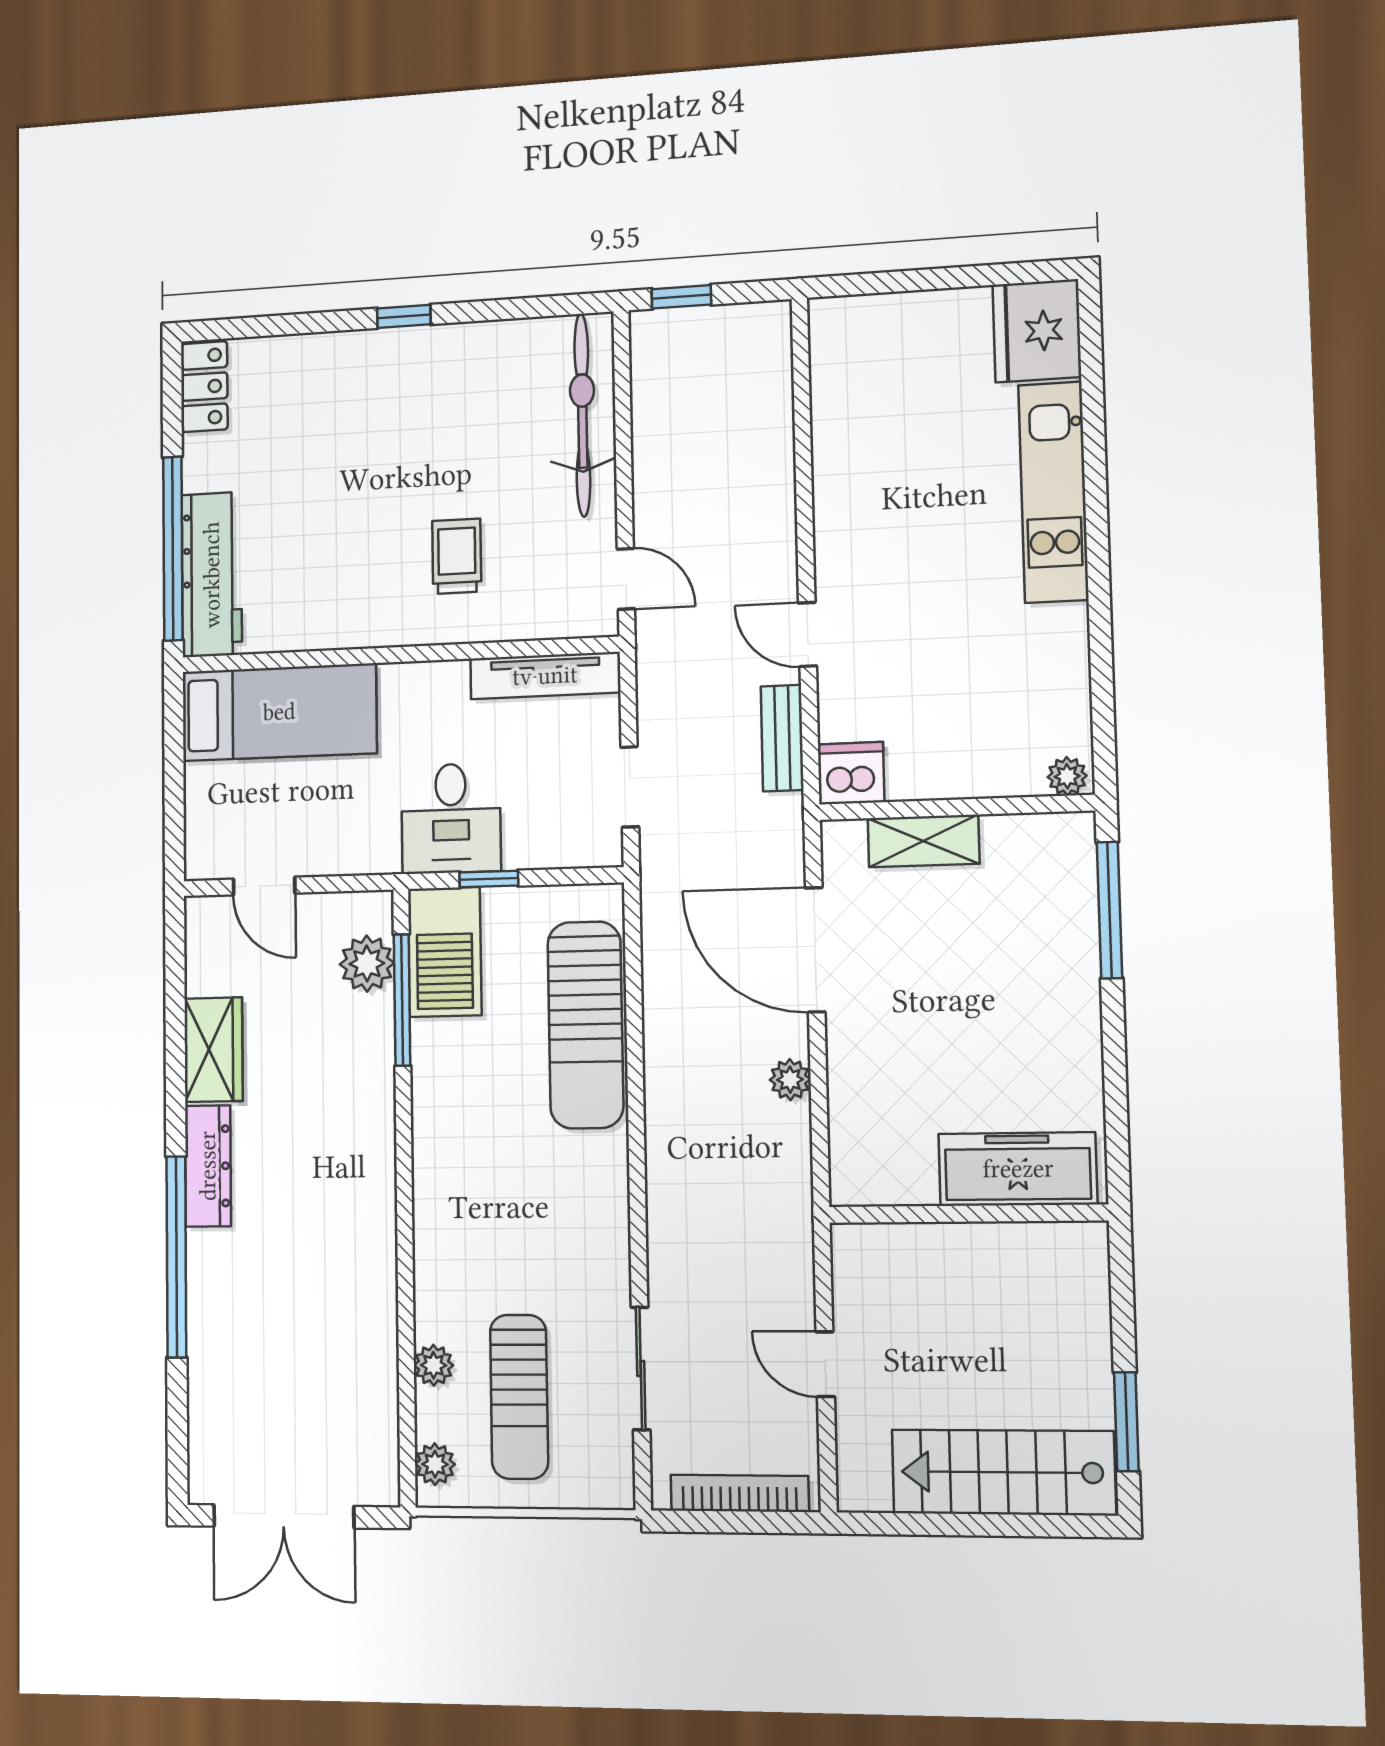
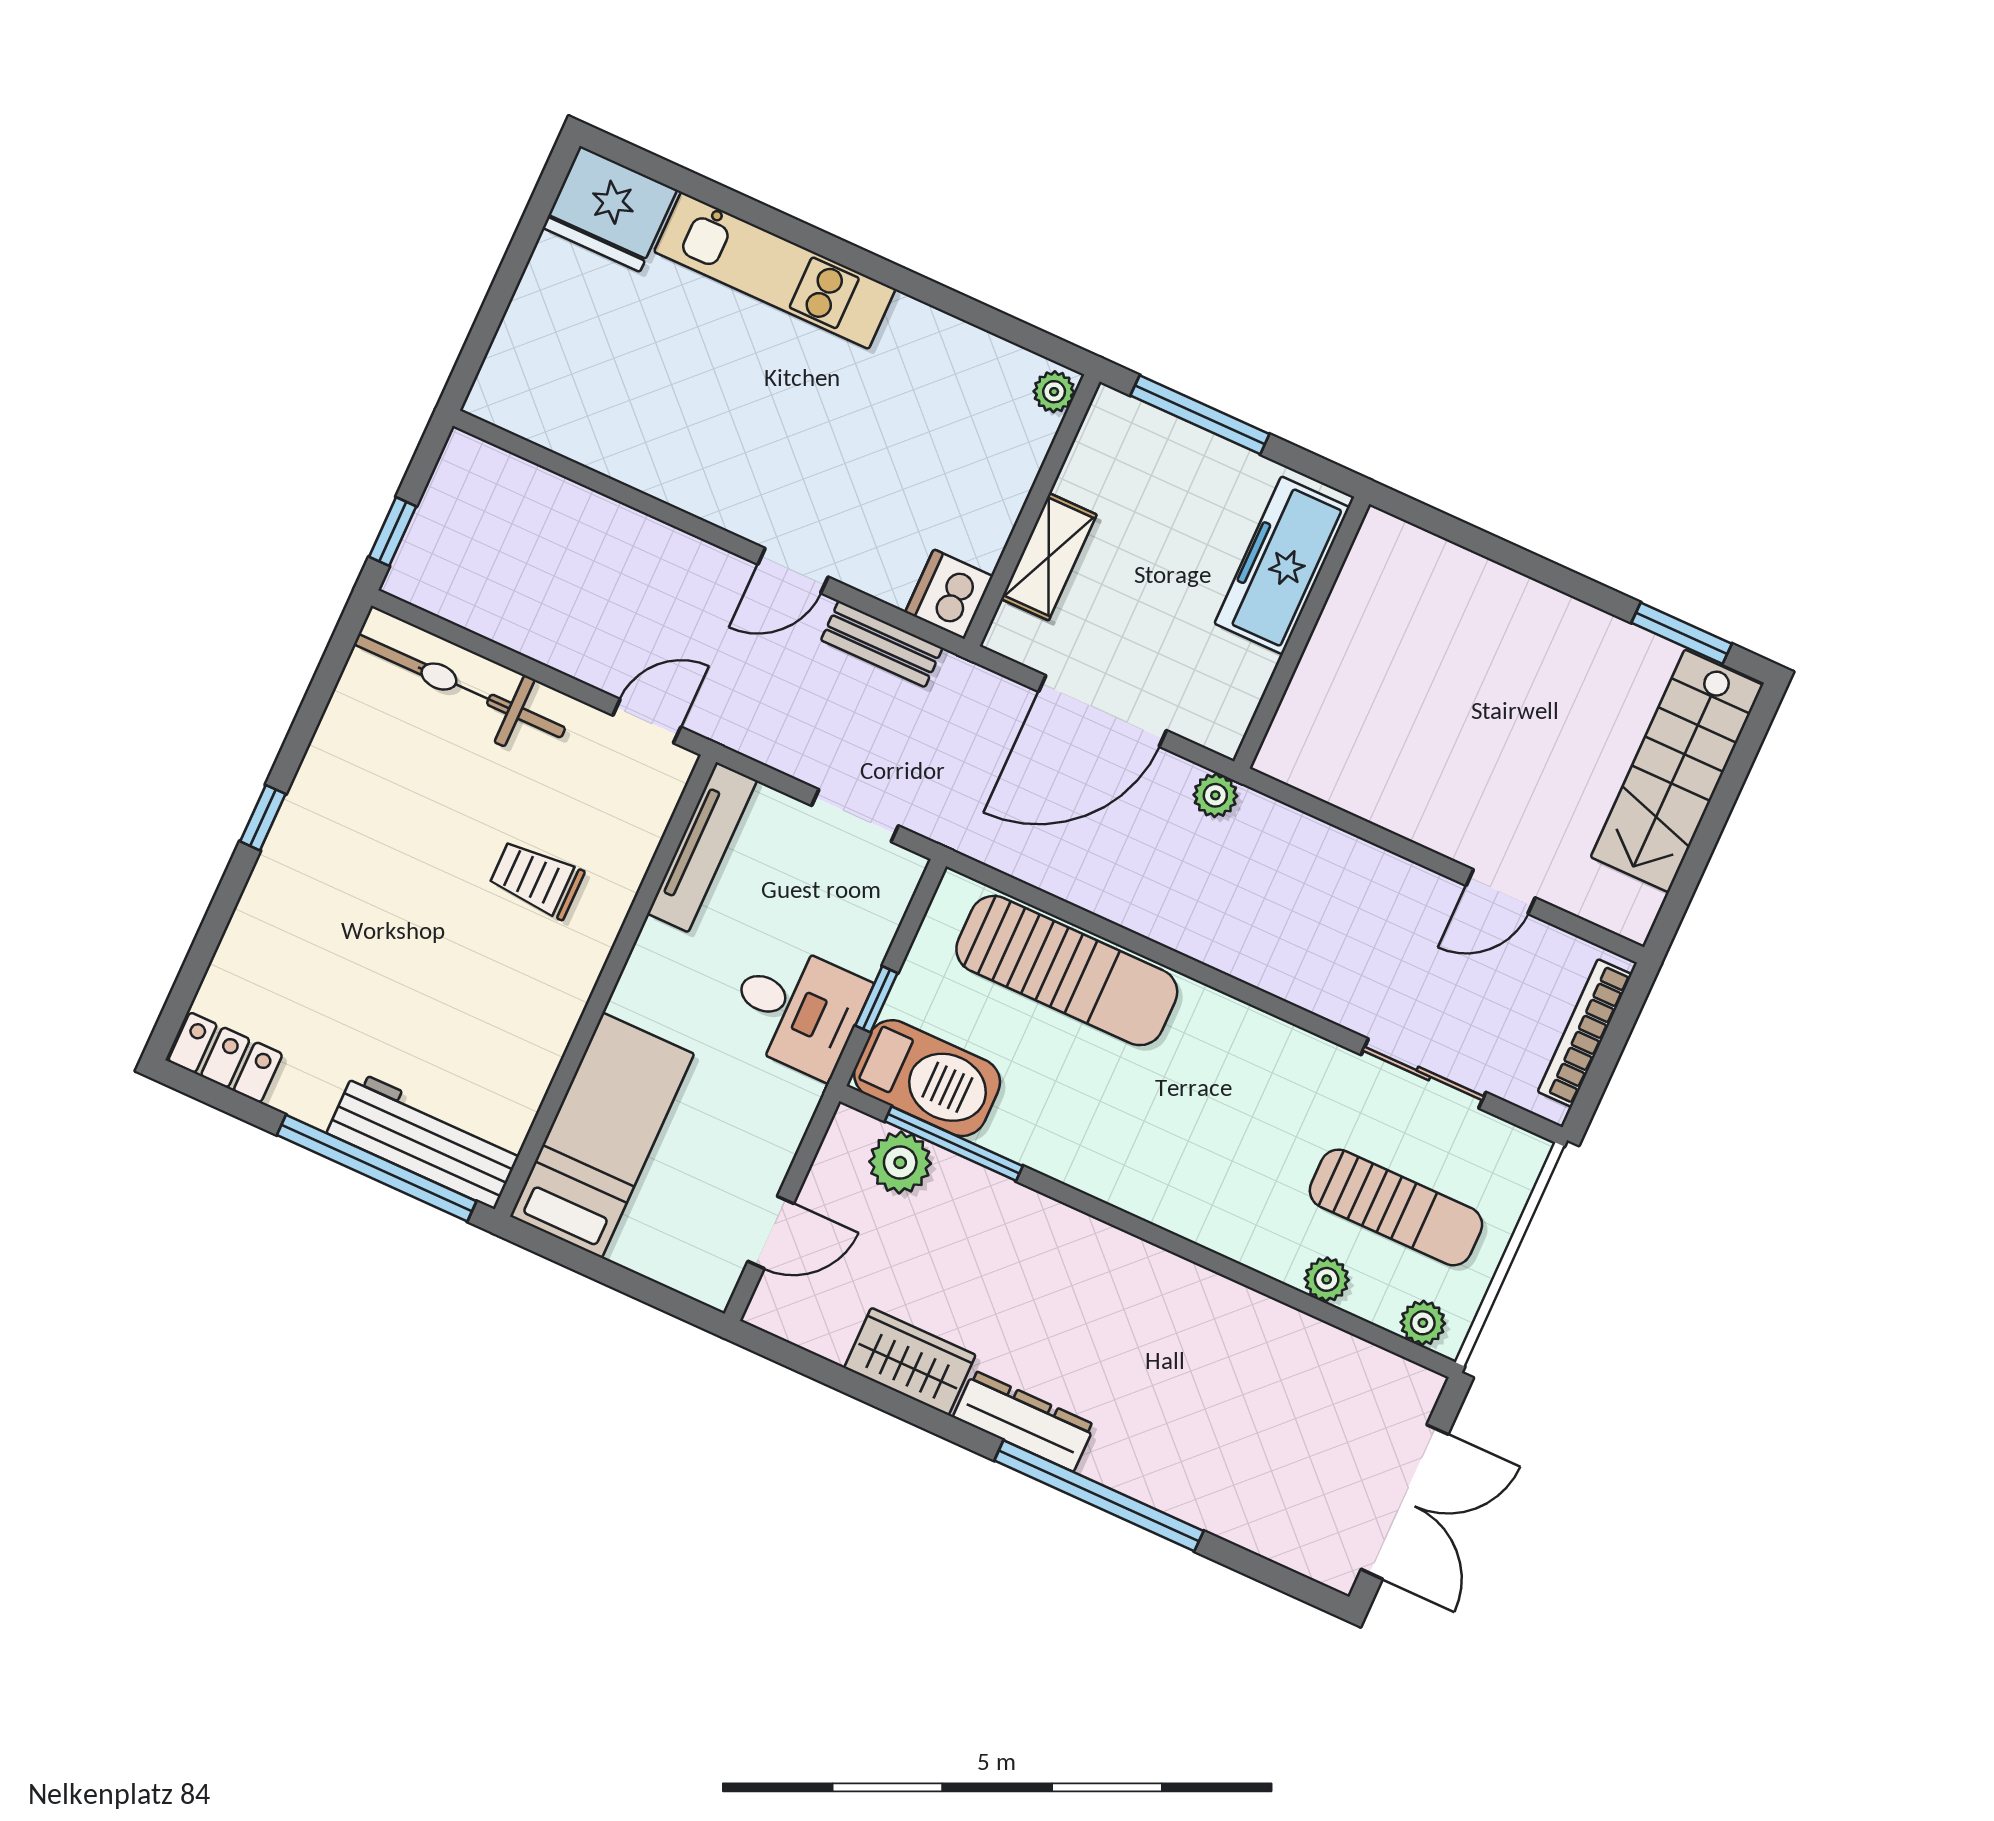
freezer: (1018, 1169) -> (1282, 565), moved
wall: (968, 1214) -> (1302, 633), moved

